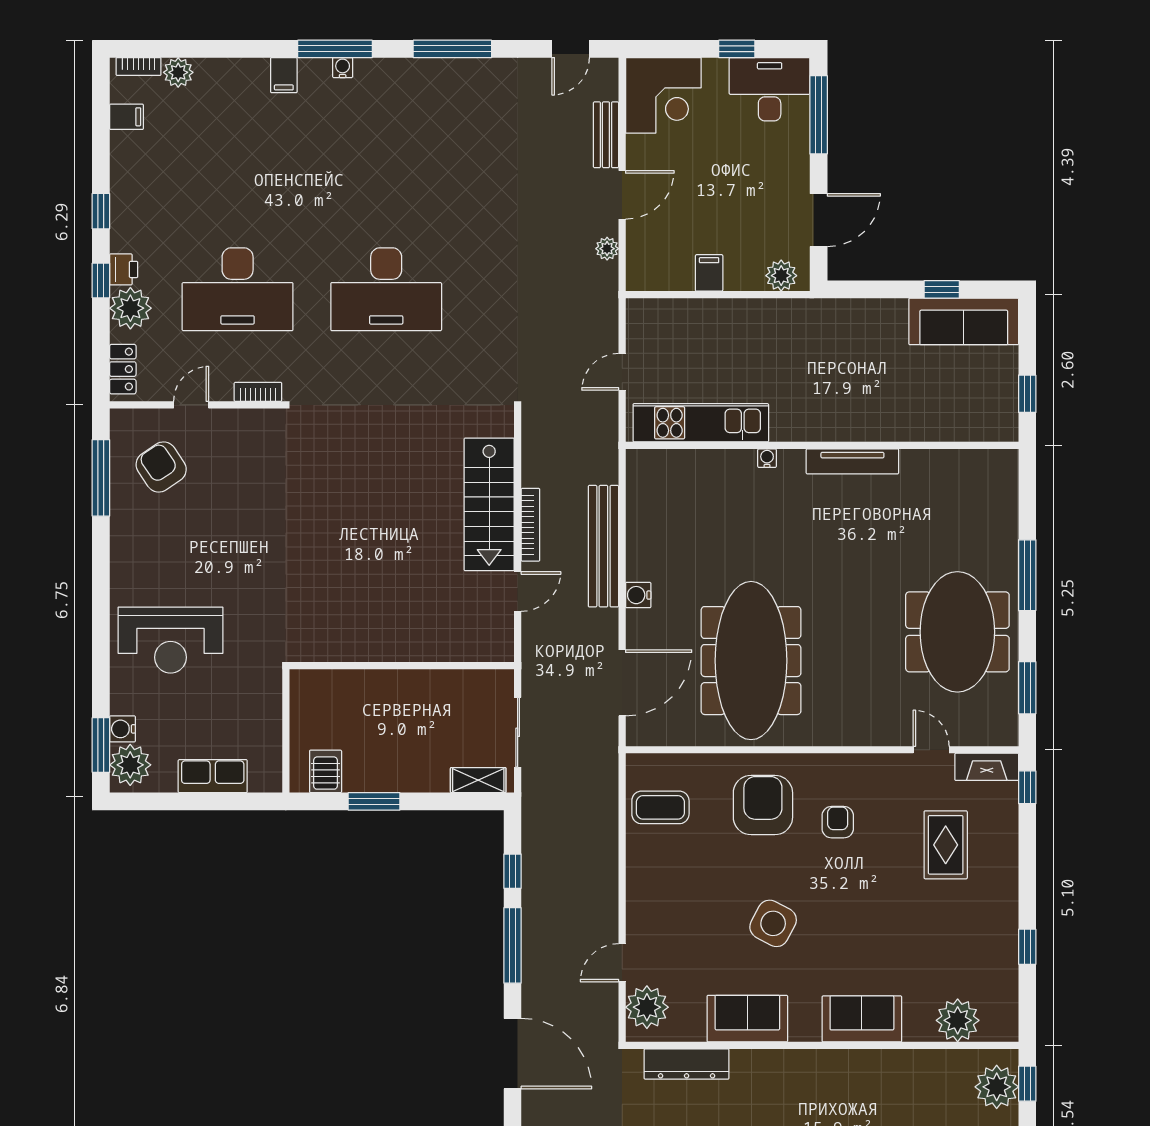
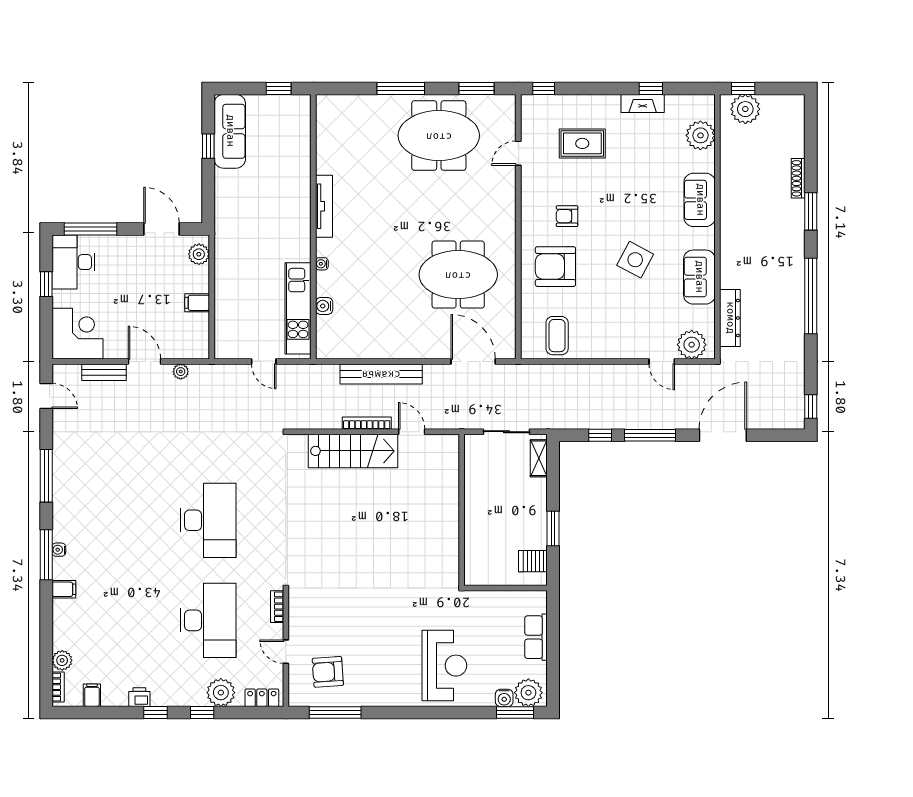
printer: (124, 269) -> (139, 697), moved
armchair: (161, 467) -> (328, 672), turned 30
water cooler: (638, 595) -> (324, 306), moved, turned 90
meeting table: (751, 661) -> (458, 275), width x0.73
fireplace: (987, 767) -> (643, 104), moved, turned 90

